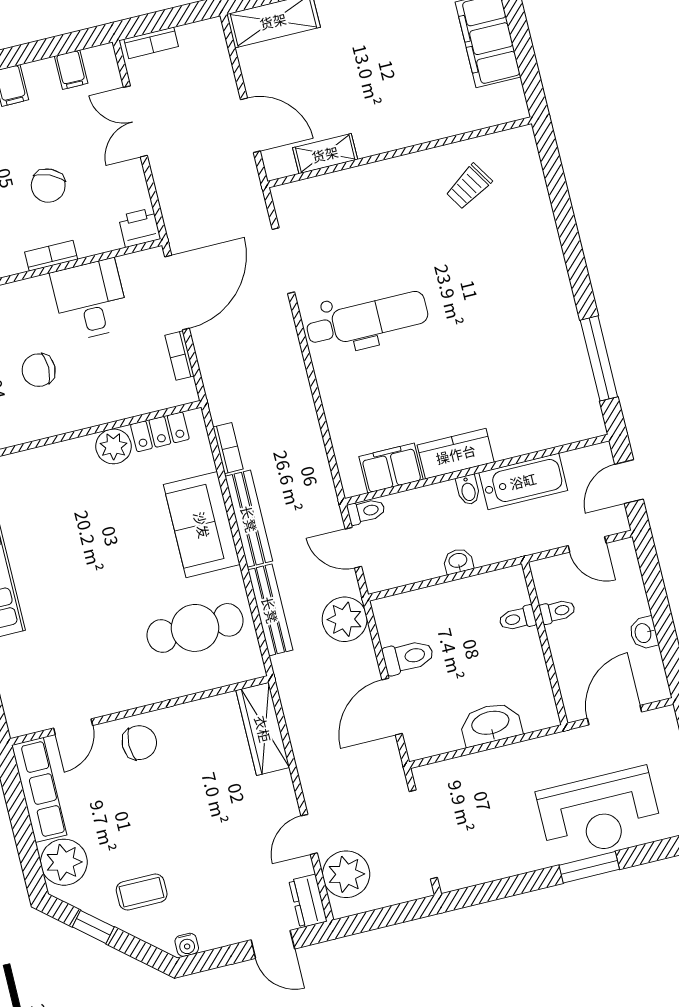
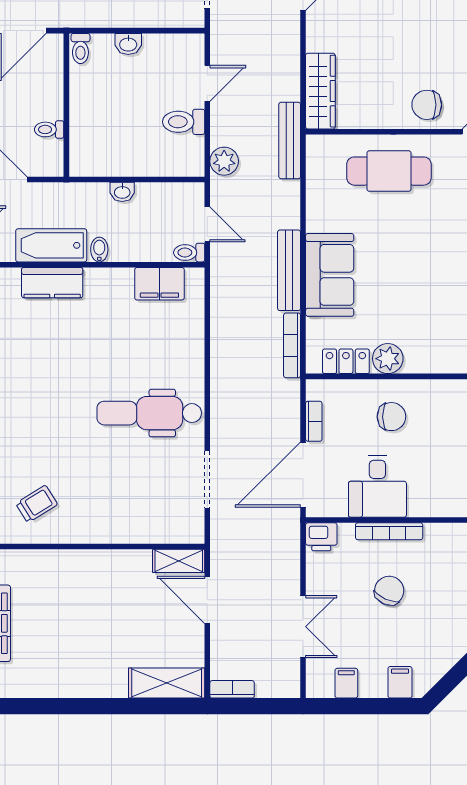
bookcase: (151, 43) -> (232, 689), moved
shelving: (325, 154) -> (179, 561), moved
bookcase: (51, 256) -> (389, 531), width x1.56
chair: (39, 370) -> (391, 417), moved
bookcase: (228, 448) -> (292, 345), width x1.56
kitchen counter: (456, 454) -> (52, 283), moved
bench: (270, 610) -> (290, 140), moved
toilet: (517, 618) -> (80, 48), moved, turned 90
plant: (345, 619) -> (224, 161), width x0.73, depth x0.73
cafe table: (195, 628) -> (389, 171), moved
door: (392, 707) -> (207, 83), width x0.73
washbasin: (491, 724) -> (128, 44), width x0.52, depth x0.69

